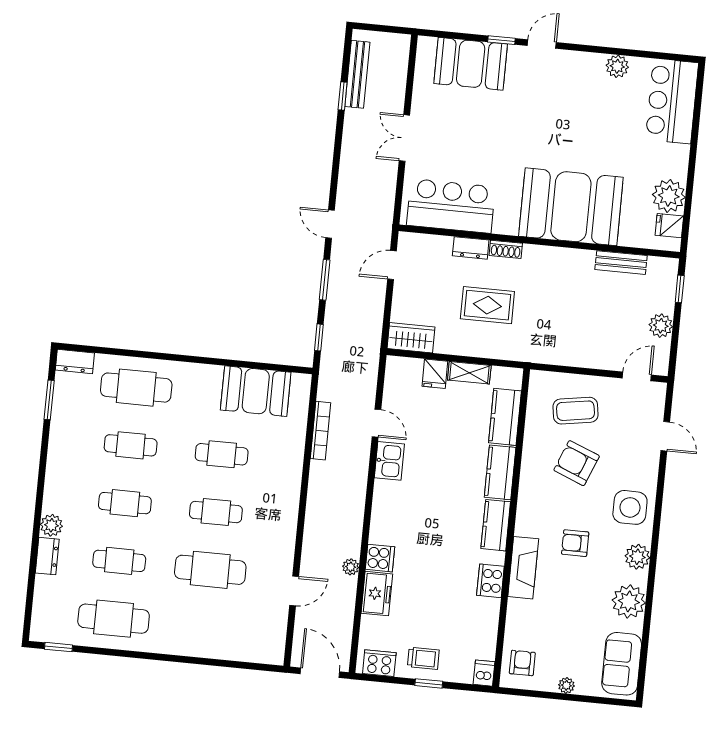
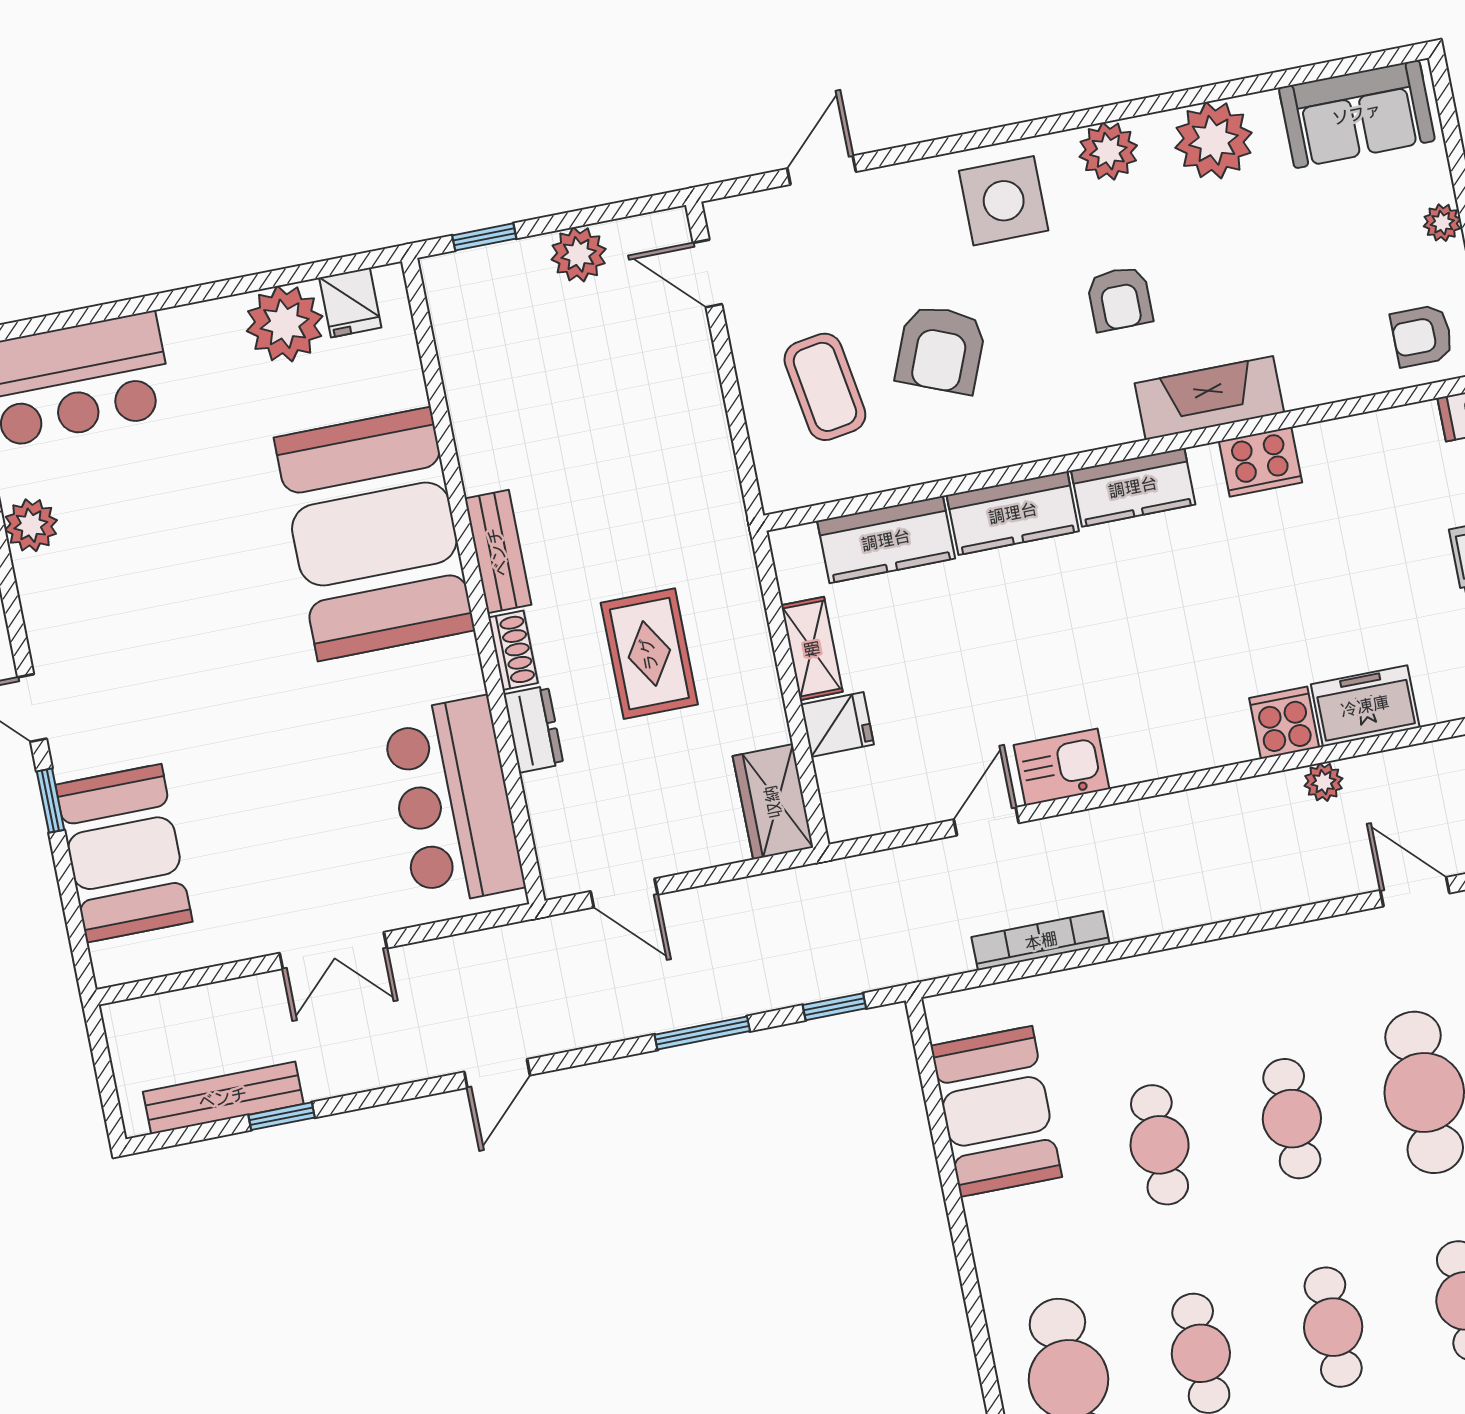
door: (330, 224) -> (497, 1074), moved
bench: (621, 263) -> (498, 552), moved

